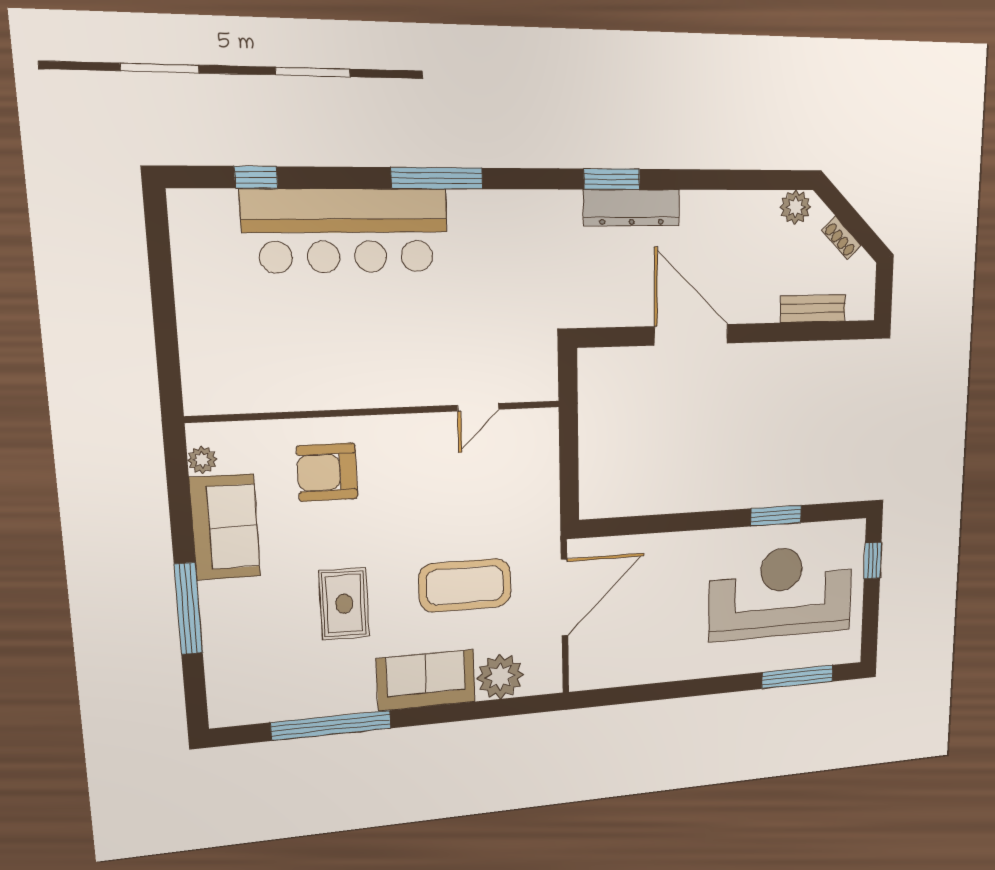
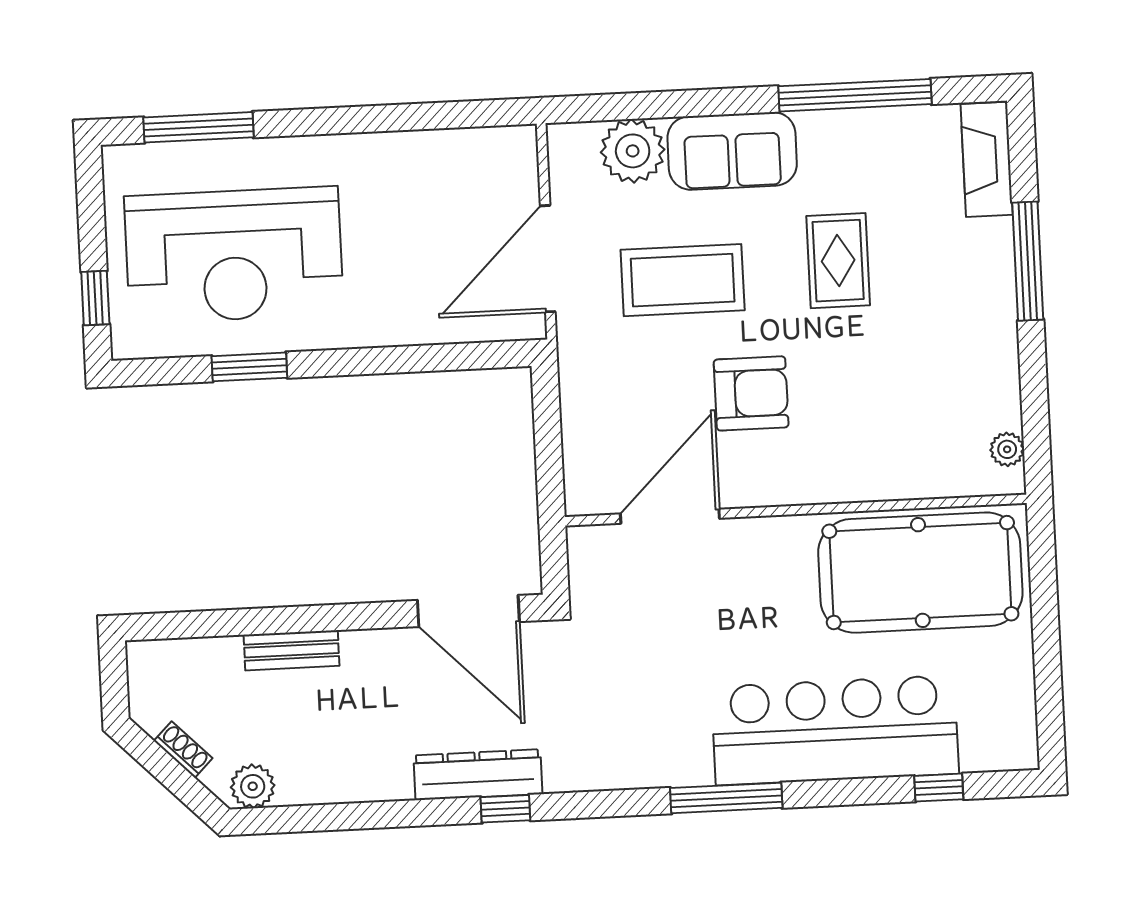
window: (612, 179) -> (505, 809), width x0.67
bench: (813, 309) -> (291, 650), moved
door: (691, 335) -> (468, 611), moved
pool table: (275, 360) -> (920, 573), added
door: (478, 407) -> (670, 516), width x1.88
armchair: (327, 472) -> (751, 393), moved
sofa: (225, 527) -> (982, 364), removed
fireplace: (225, 684) -> (987, 159), added

